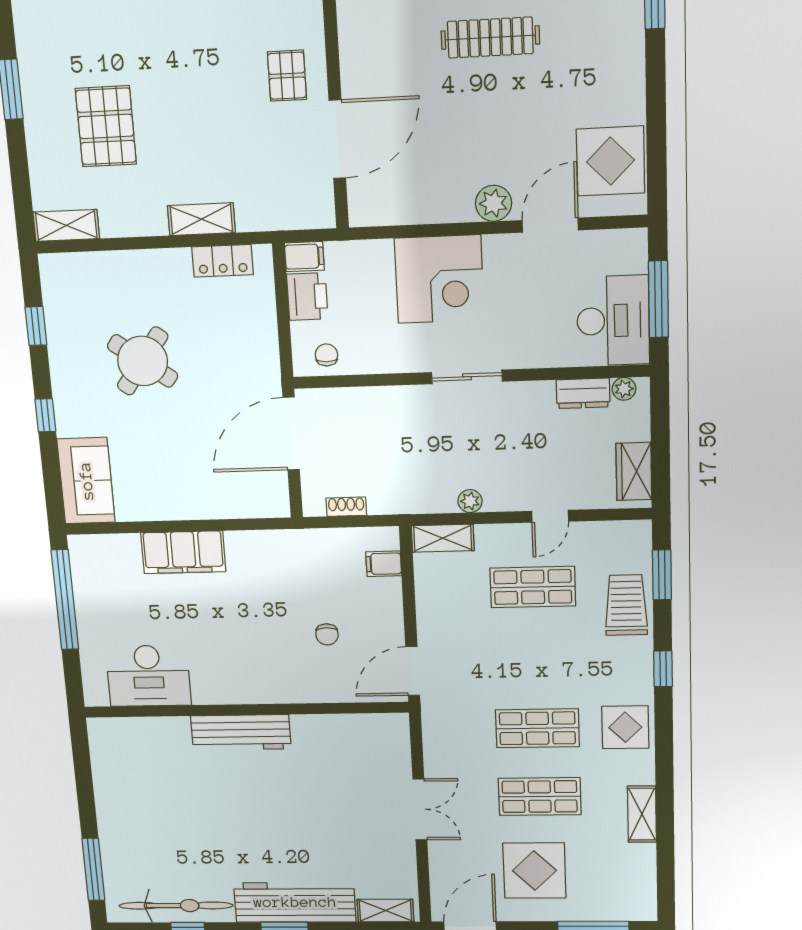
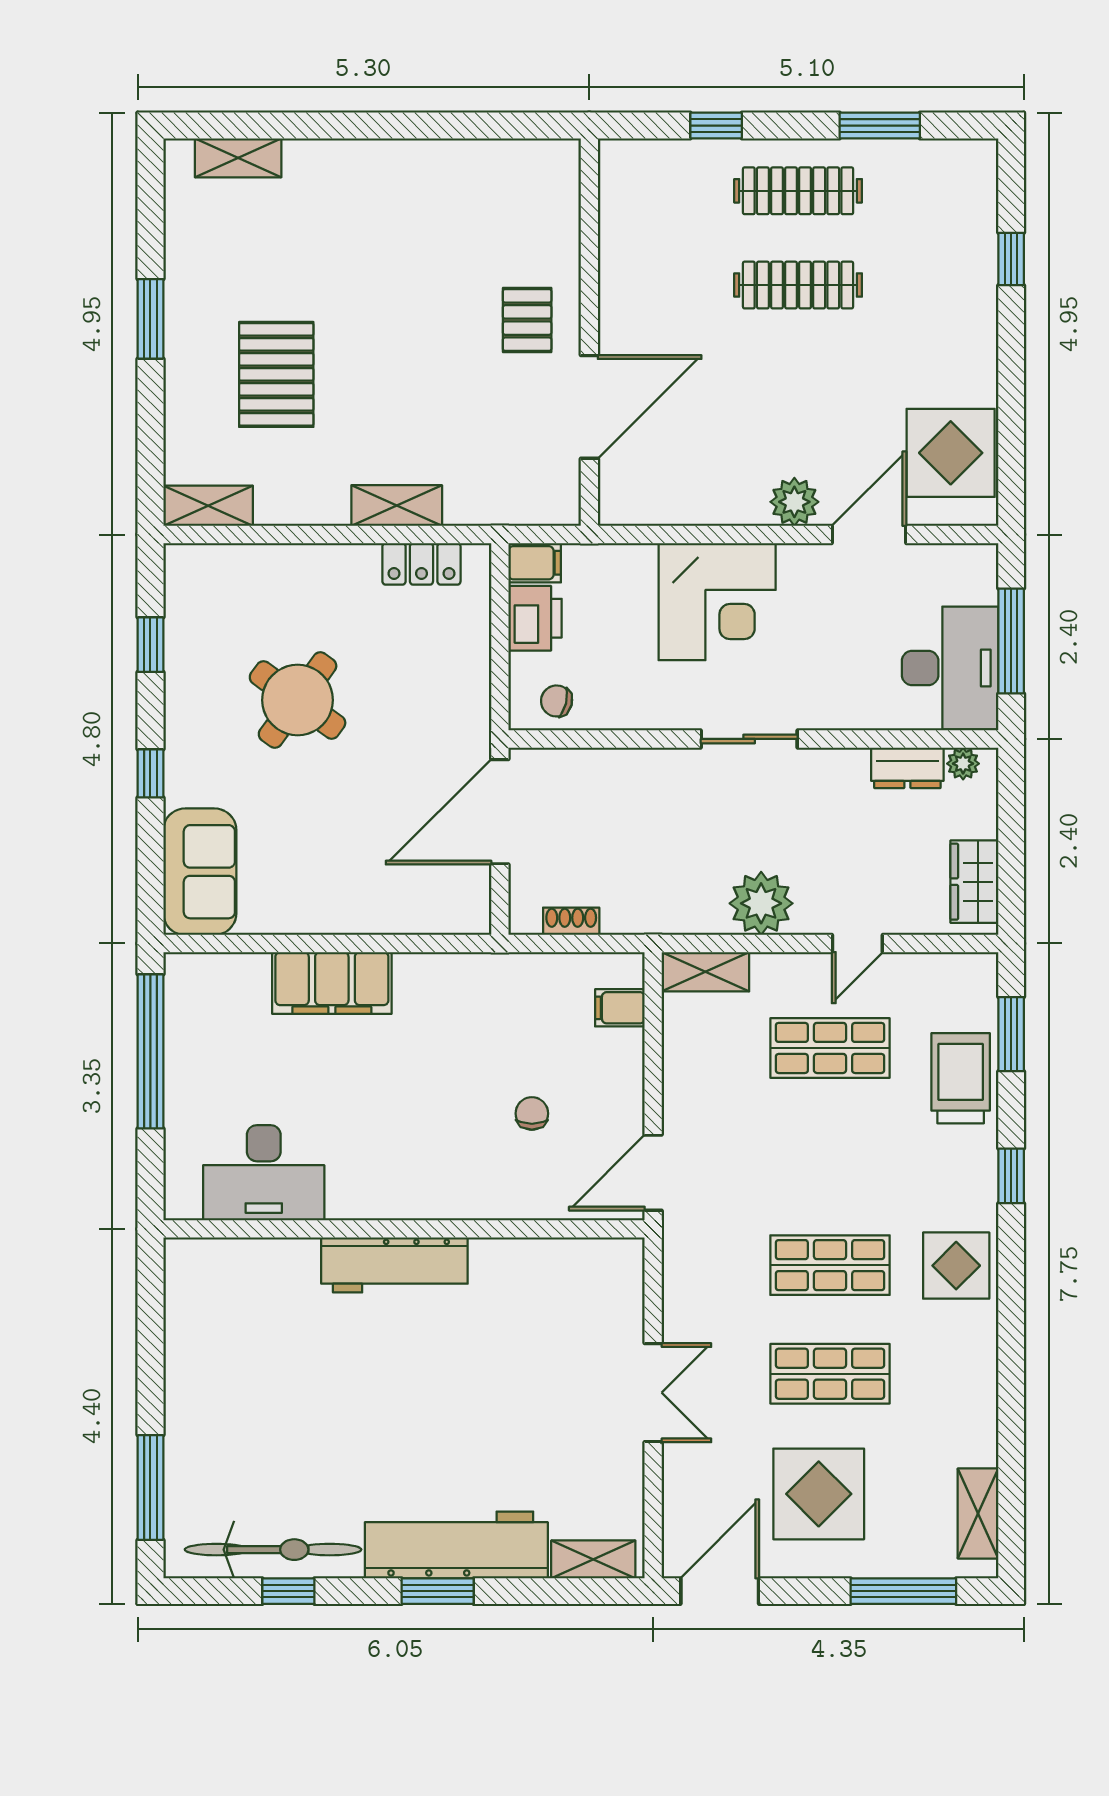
chair: (326, 355) -> (557, 701), turned -76
plant: (470, 501) -> (761, 903), width x1.88, depth x1.88
chair: (327, 634) -> (532, 1113), turned 180
shelving: (642, 814) -> (978, 1513), moved

